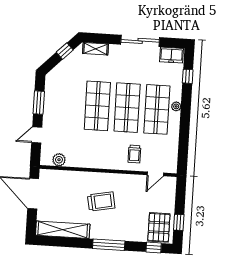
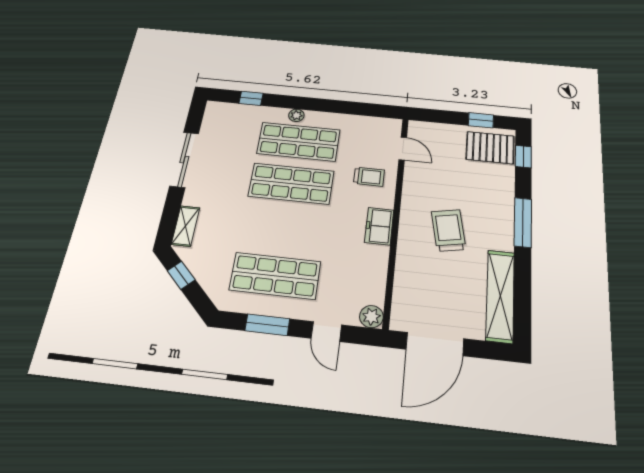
freezer: (172, 55) -> (379, 226), moved, turned 180
shop shelf: (97, 106) -> (275, 276), moved
plant: (59, 160) -> (371, 317), moved

